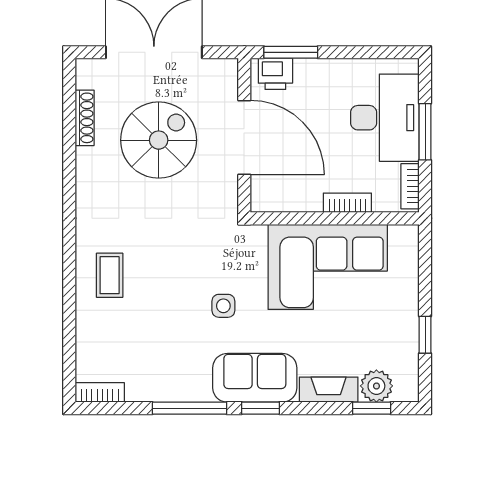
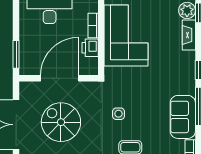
printer: (275, 74) -> (90, 48), moved, turned 180
side table: (223, 306) -> (118, 114), moved
sofa: (255, 378) -> (183, 117), moved

